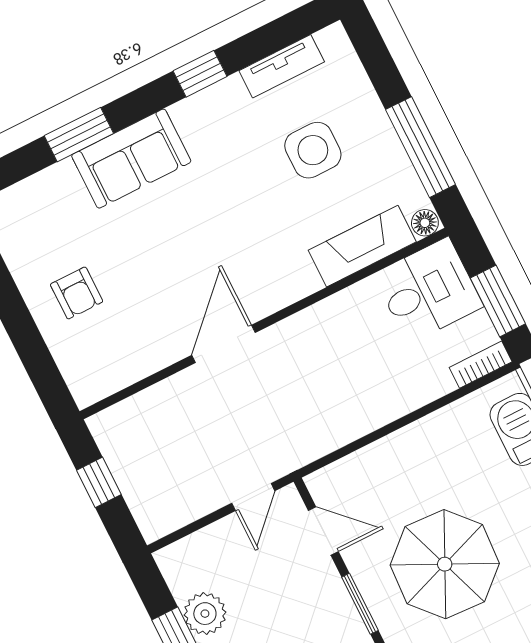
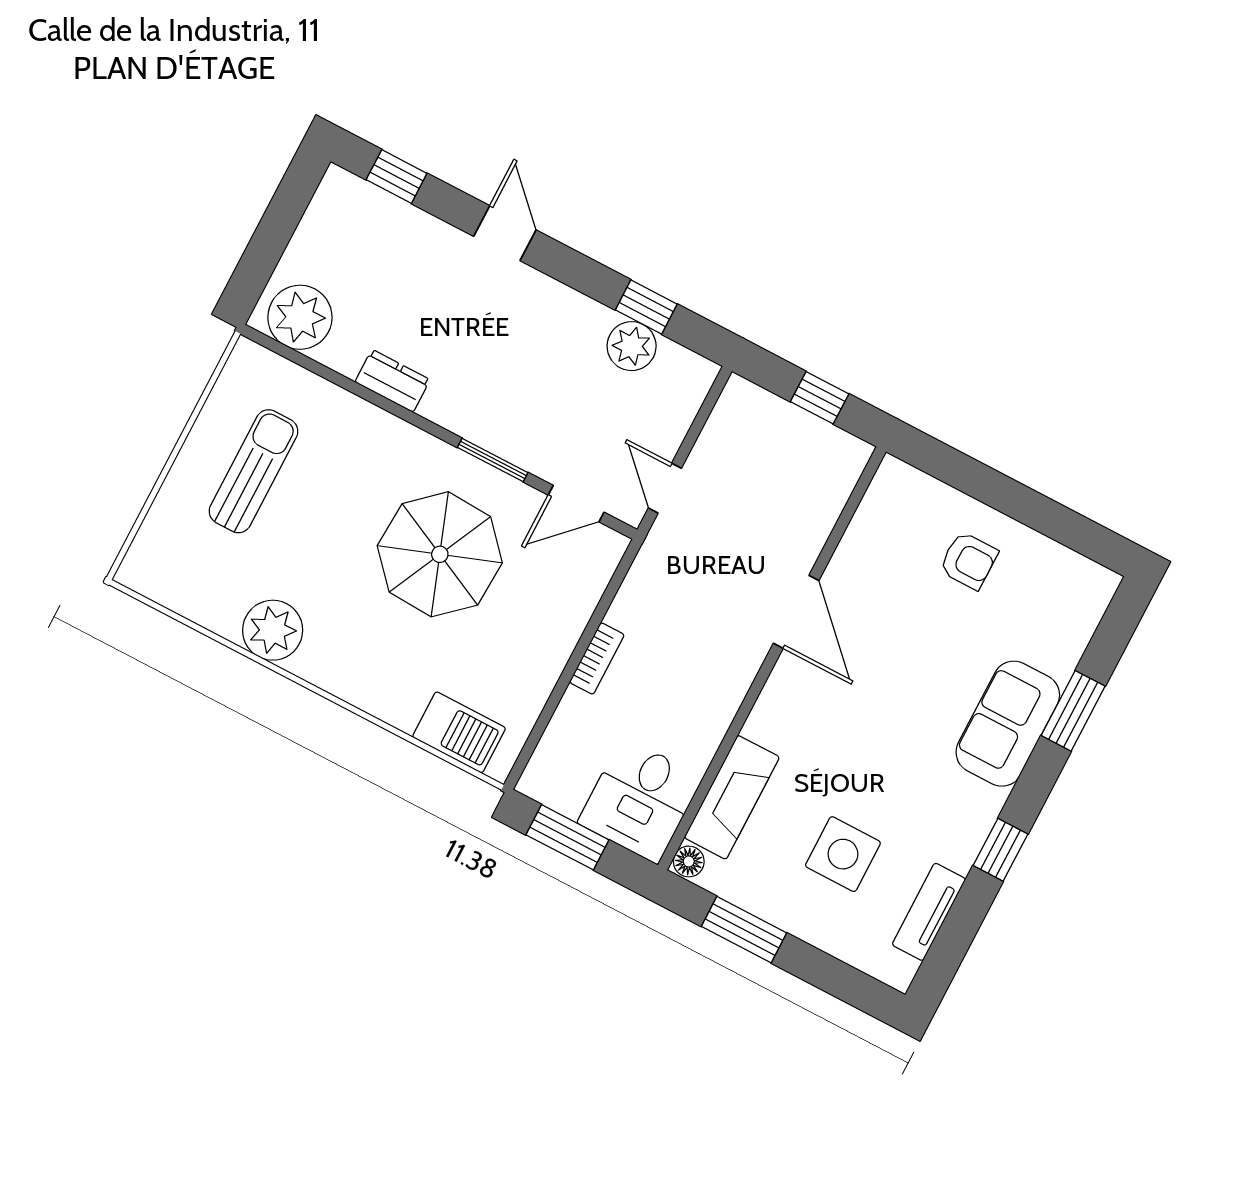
window: (420, 147) -> (744, 930), width x0.69
armchair: (77, 293) -> (968, 561), turned 180
bookcase: (481, 365) -> (597, 659), moved

